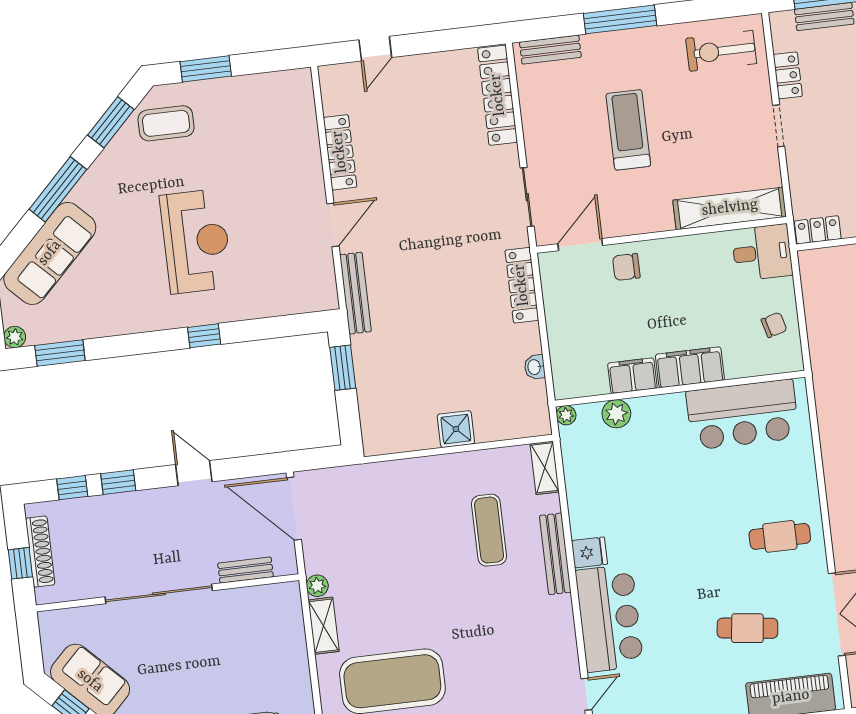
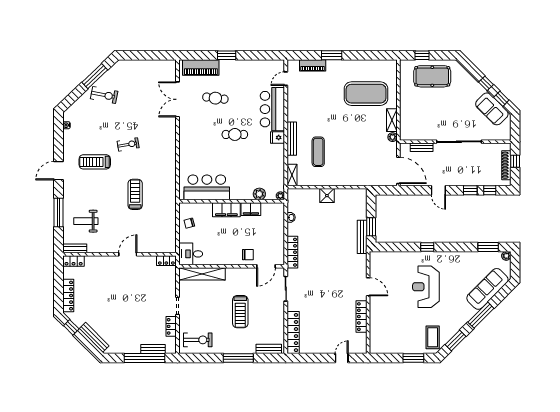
coffee table: (166, 123) -> (433, 337), turned 90
door: (333, 225) -> (368, 287), swing flipped
bench: (356, 293) -> (362, 237), moved
cafe table: (780, 536) -> (235, 134), moved

